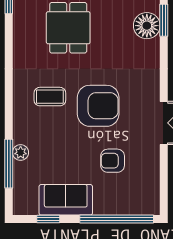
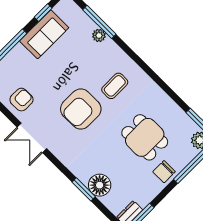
window: (164, 20) -> (84, 189), moved
armchair: (113, 161) -> (21, 100), moved

